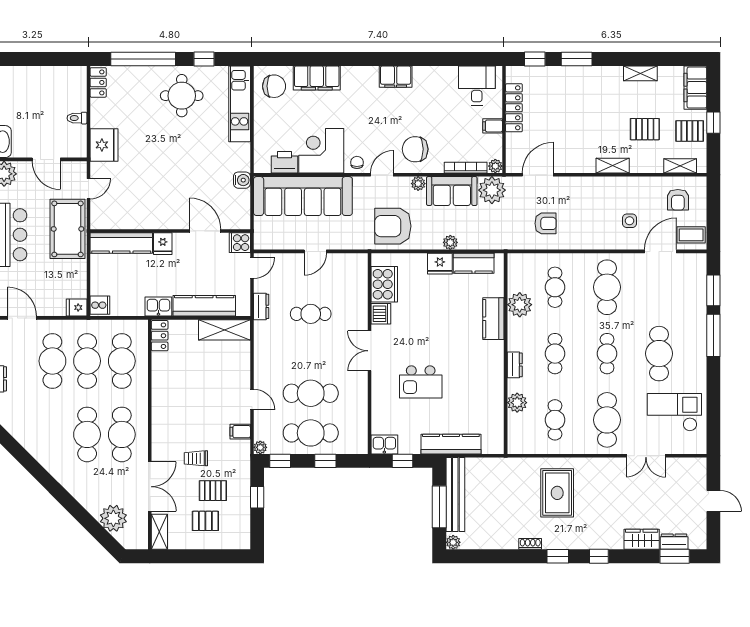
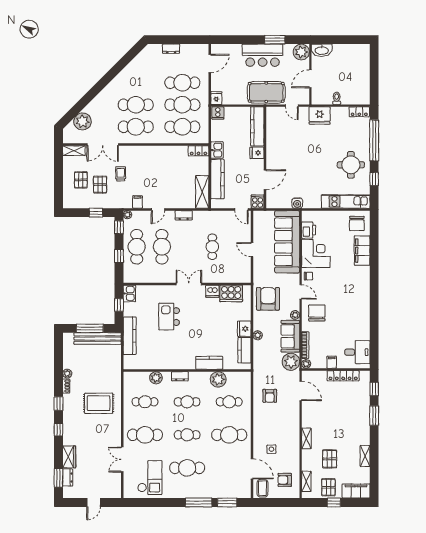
filing cabinet: (396, 77) -> (363, 301), removed
dresser: (261, 306) -> (184, 215), moved
plant: (453, 542) -> (67, 374), moved

